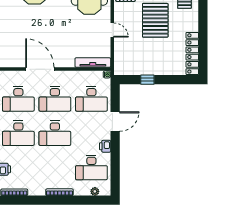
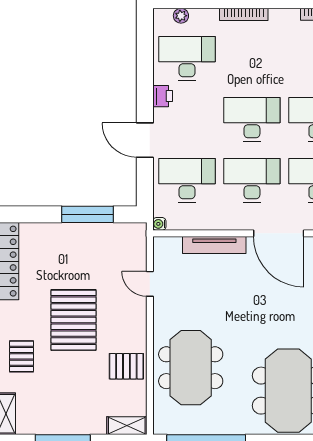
door: (112, 30) -> (150, 284), moved
tv unit: (93, 63) -> (214, 245), moved
window: (147, 80) -> (87, 214), width x2.17
door: (115, 121) -> (145, 140), hinge flipped

